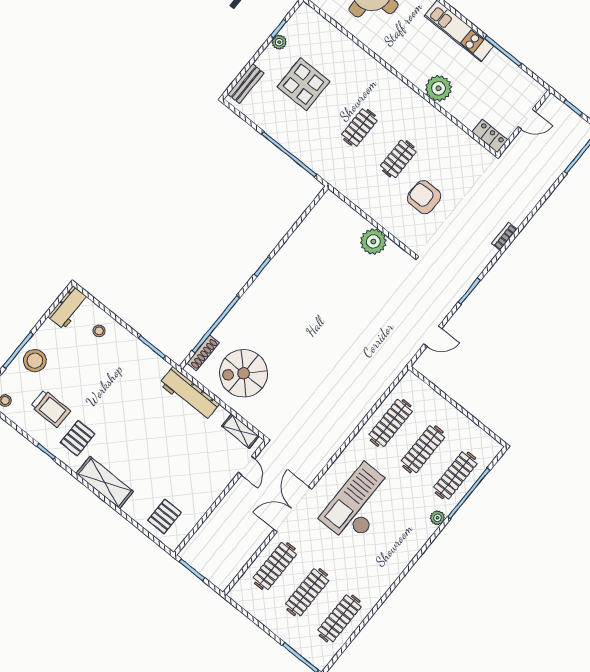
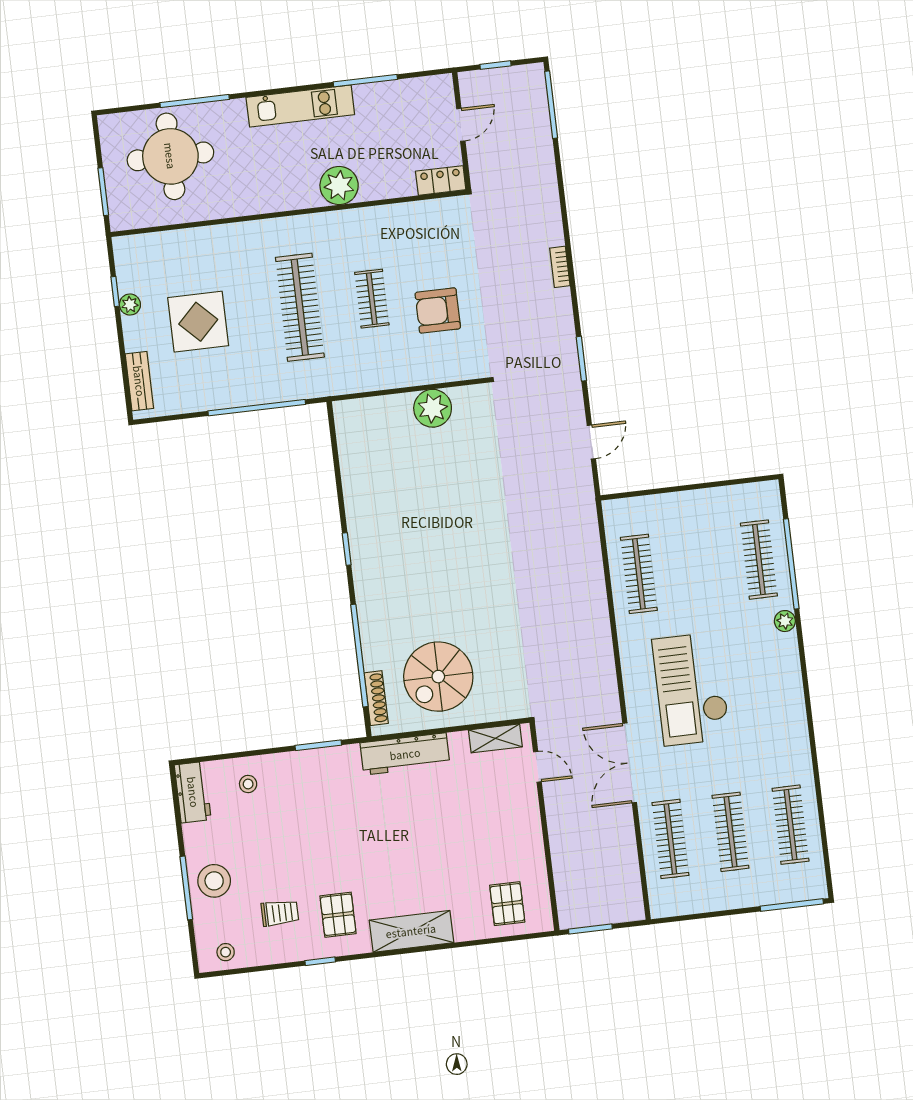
clothes rail: (359, 127) -> (300, 307), width x1.86, depth x1.31
trolley: (51, 409) -> (280, 913), width x0.73, depth x0.72
clothes rail: (423, 449) -> (699, 567), removed

